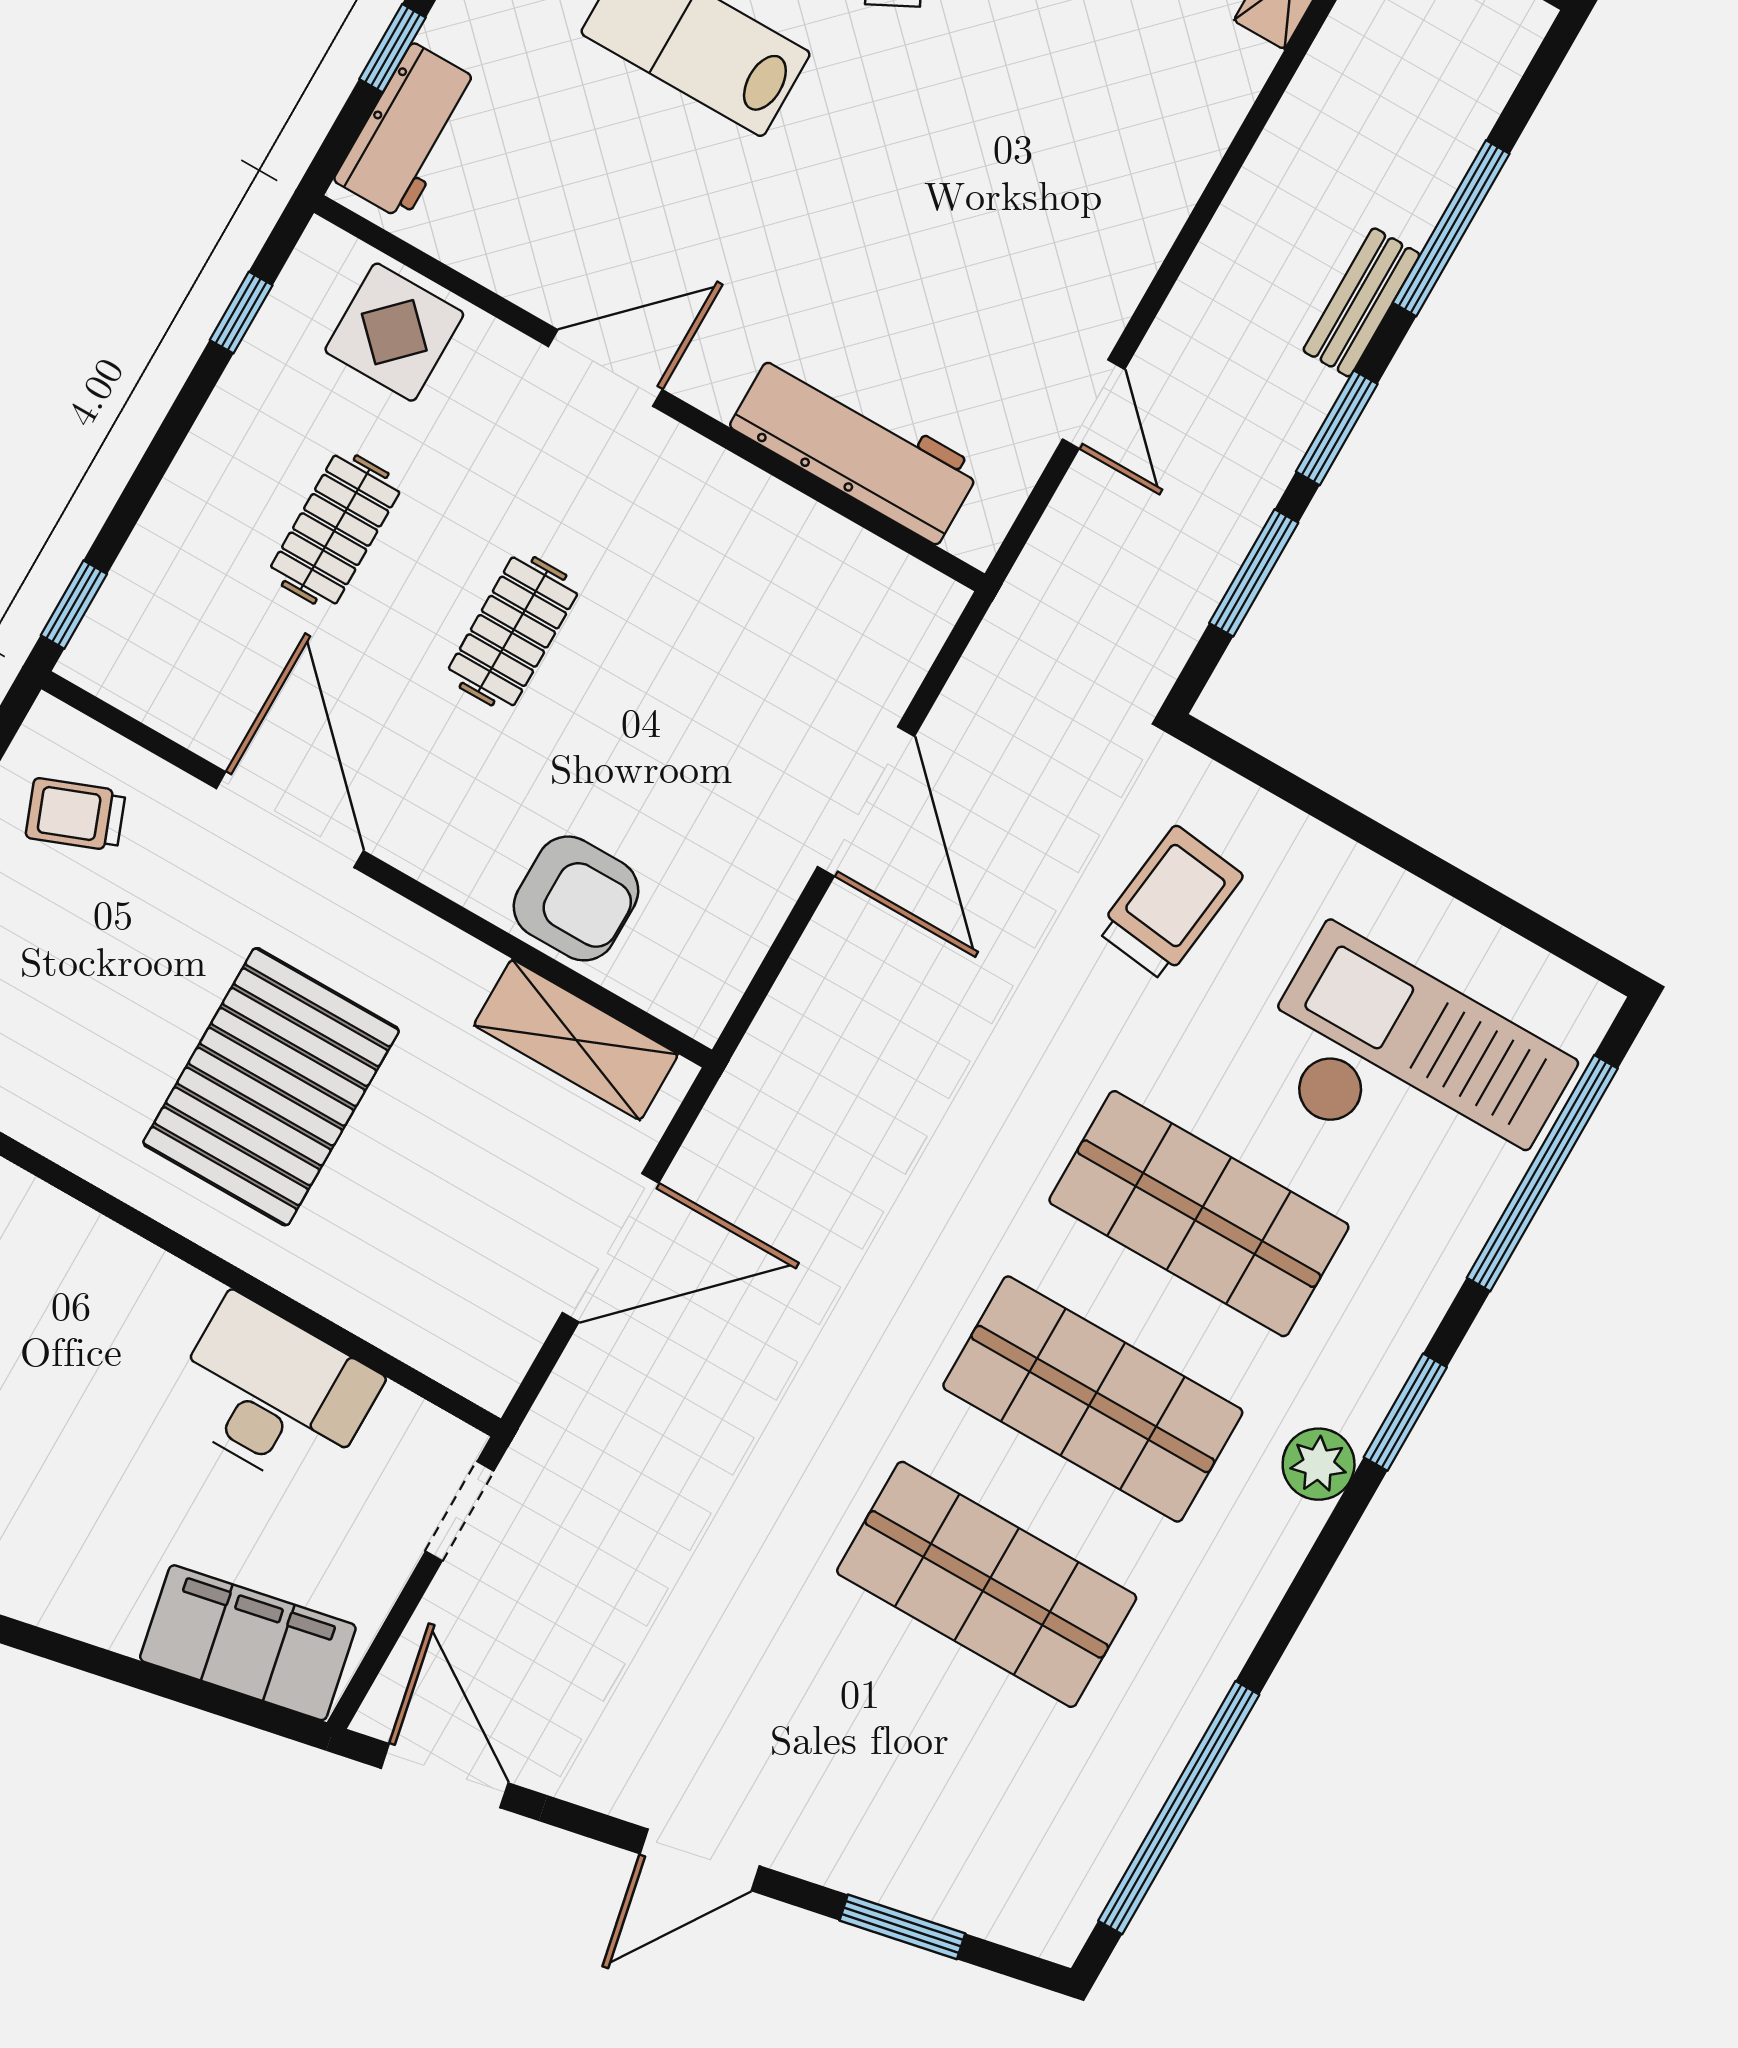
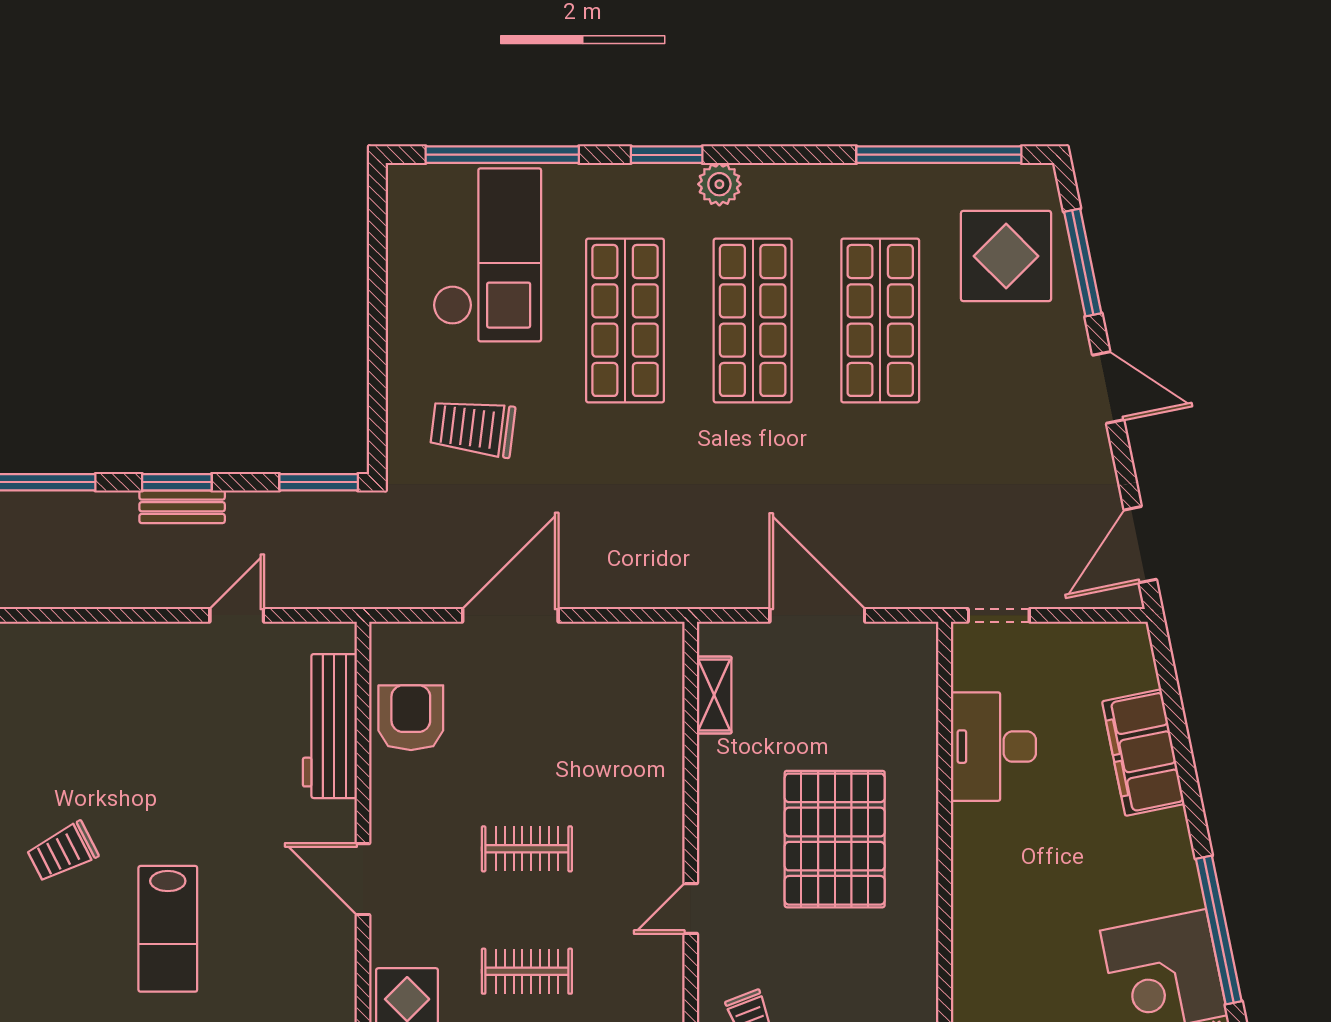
bench: (1361, 302) -> (182, 507), moved
window: (1254, 573) -> (319, 482), moved
door: (290, 820) -> (691, 909), width x0.53
armchair: (576, 898) -> (411, 718), moved
shelving: (576, 1040) -> (714, 695), width x0.67, depth x0.75
checkout: (1409, 1068) -> (487, 255), turned 180
pallet: (271, 1087) -> (835, 839), turned 90
filing cabinet: (248, 1643) -> (1143, 753), moved
display table: (976, 1821) -> (1006, 256), added
window: (902, 1927) -> (1083, 262), width x1.44

